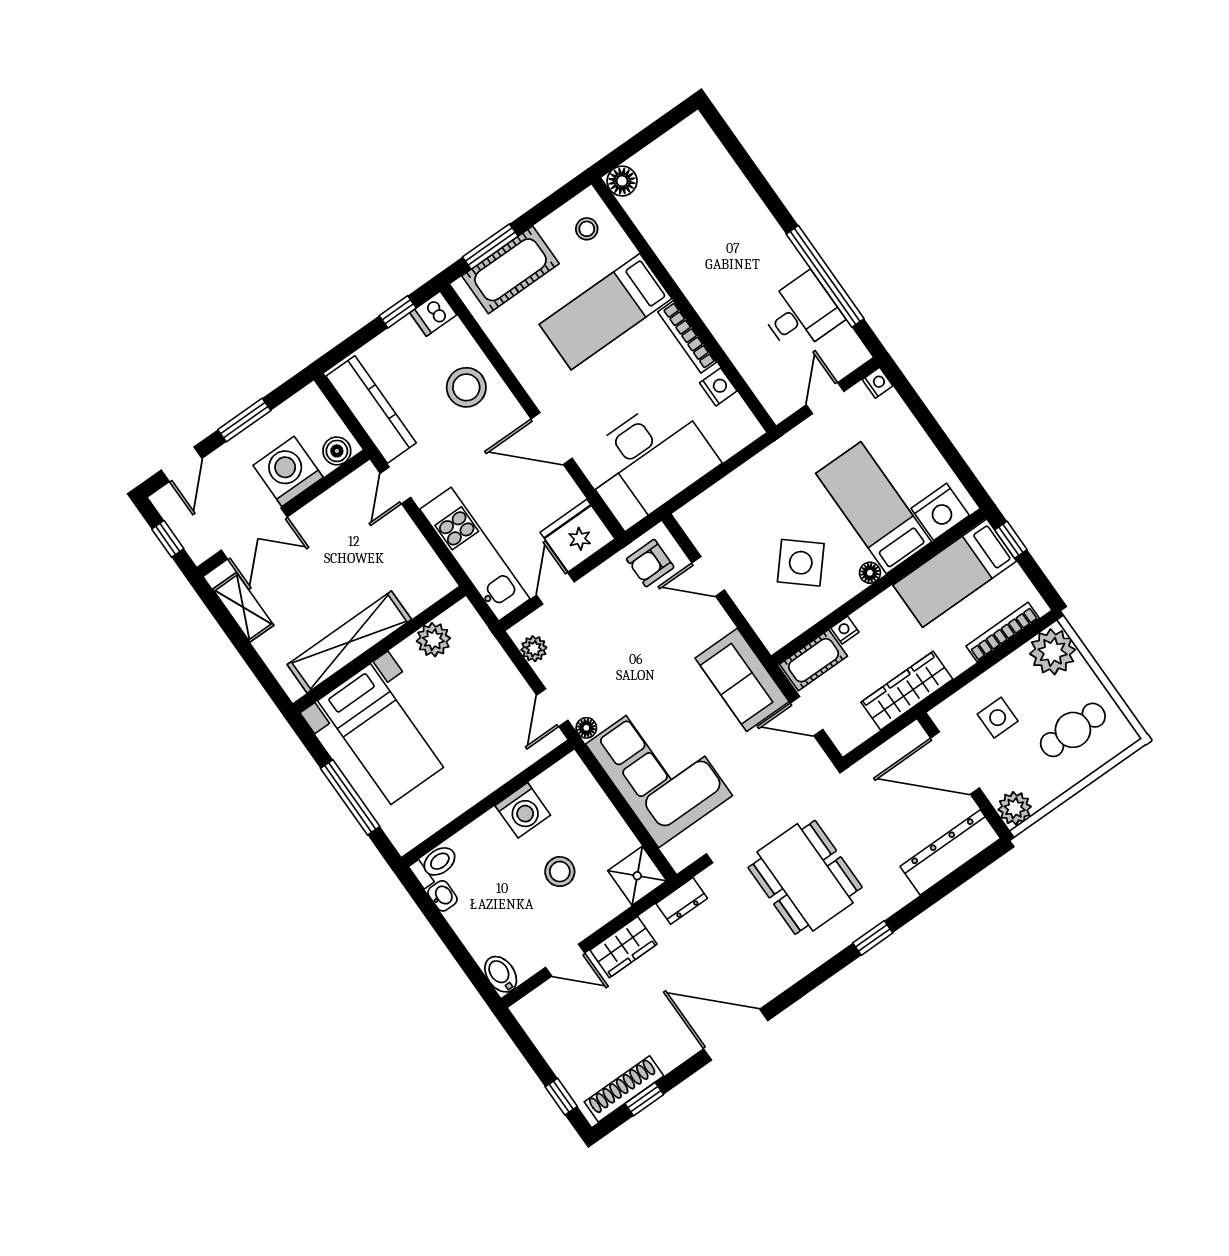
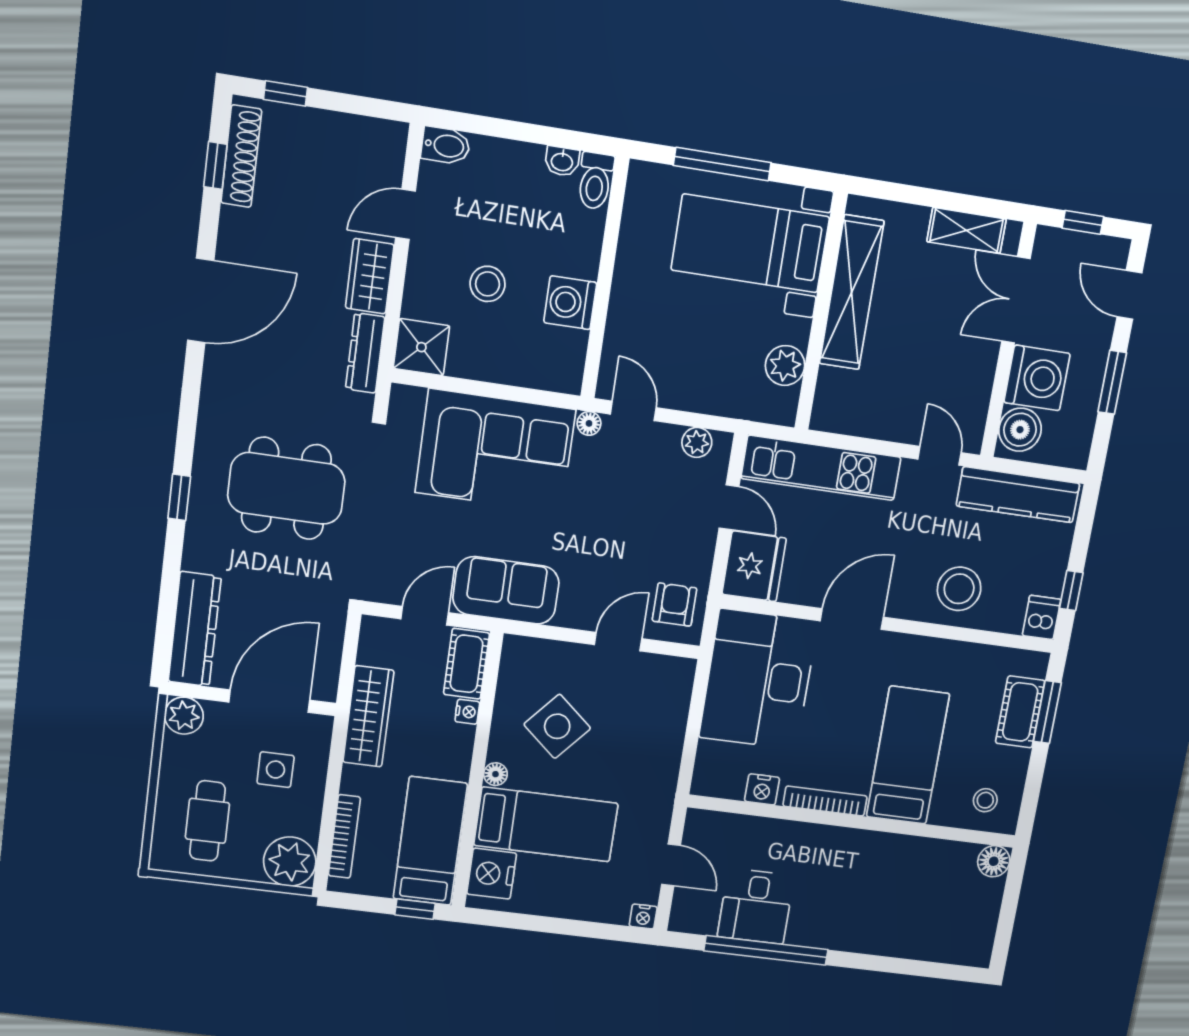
cot: (510, 270) -> (1020, 712), width x0.73, depth x0.75
boiler: (337, 451) -> (1020, 430), width x1.36, depth x1.36
dresser: (682, 901) -> (365, 353), width x1.44

